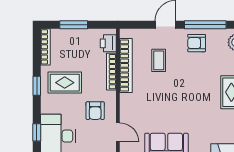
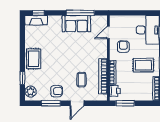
window: (74, 25) -> (125, 103), moved
window: (205, 25) -> (51, 103), width x0.69
door: (118, 132) -> (108, 32), hinge flipped

